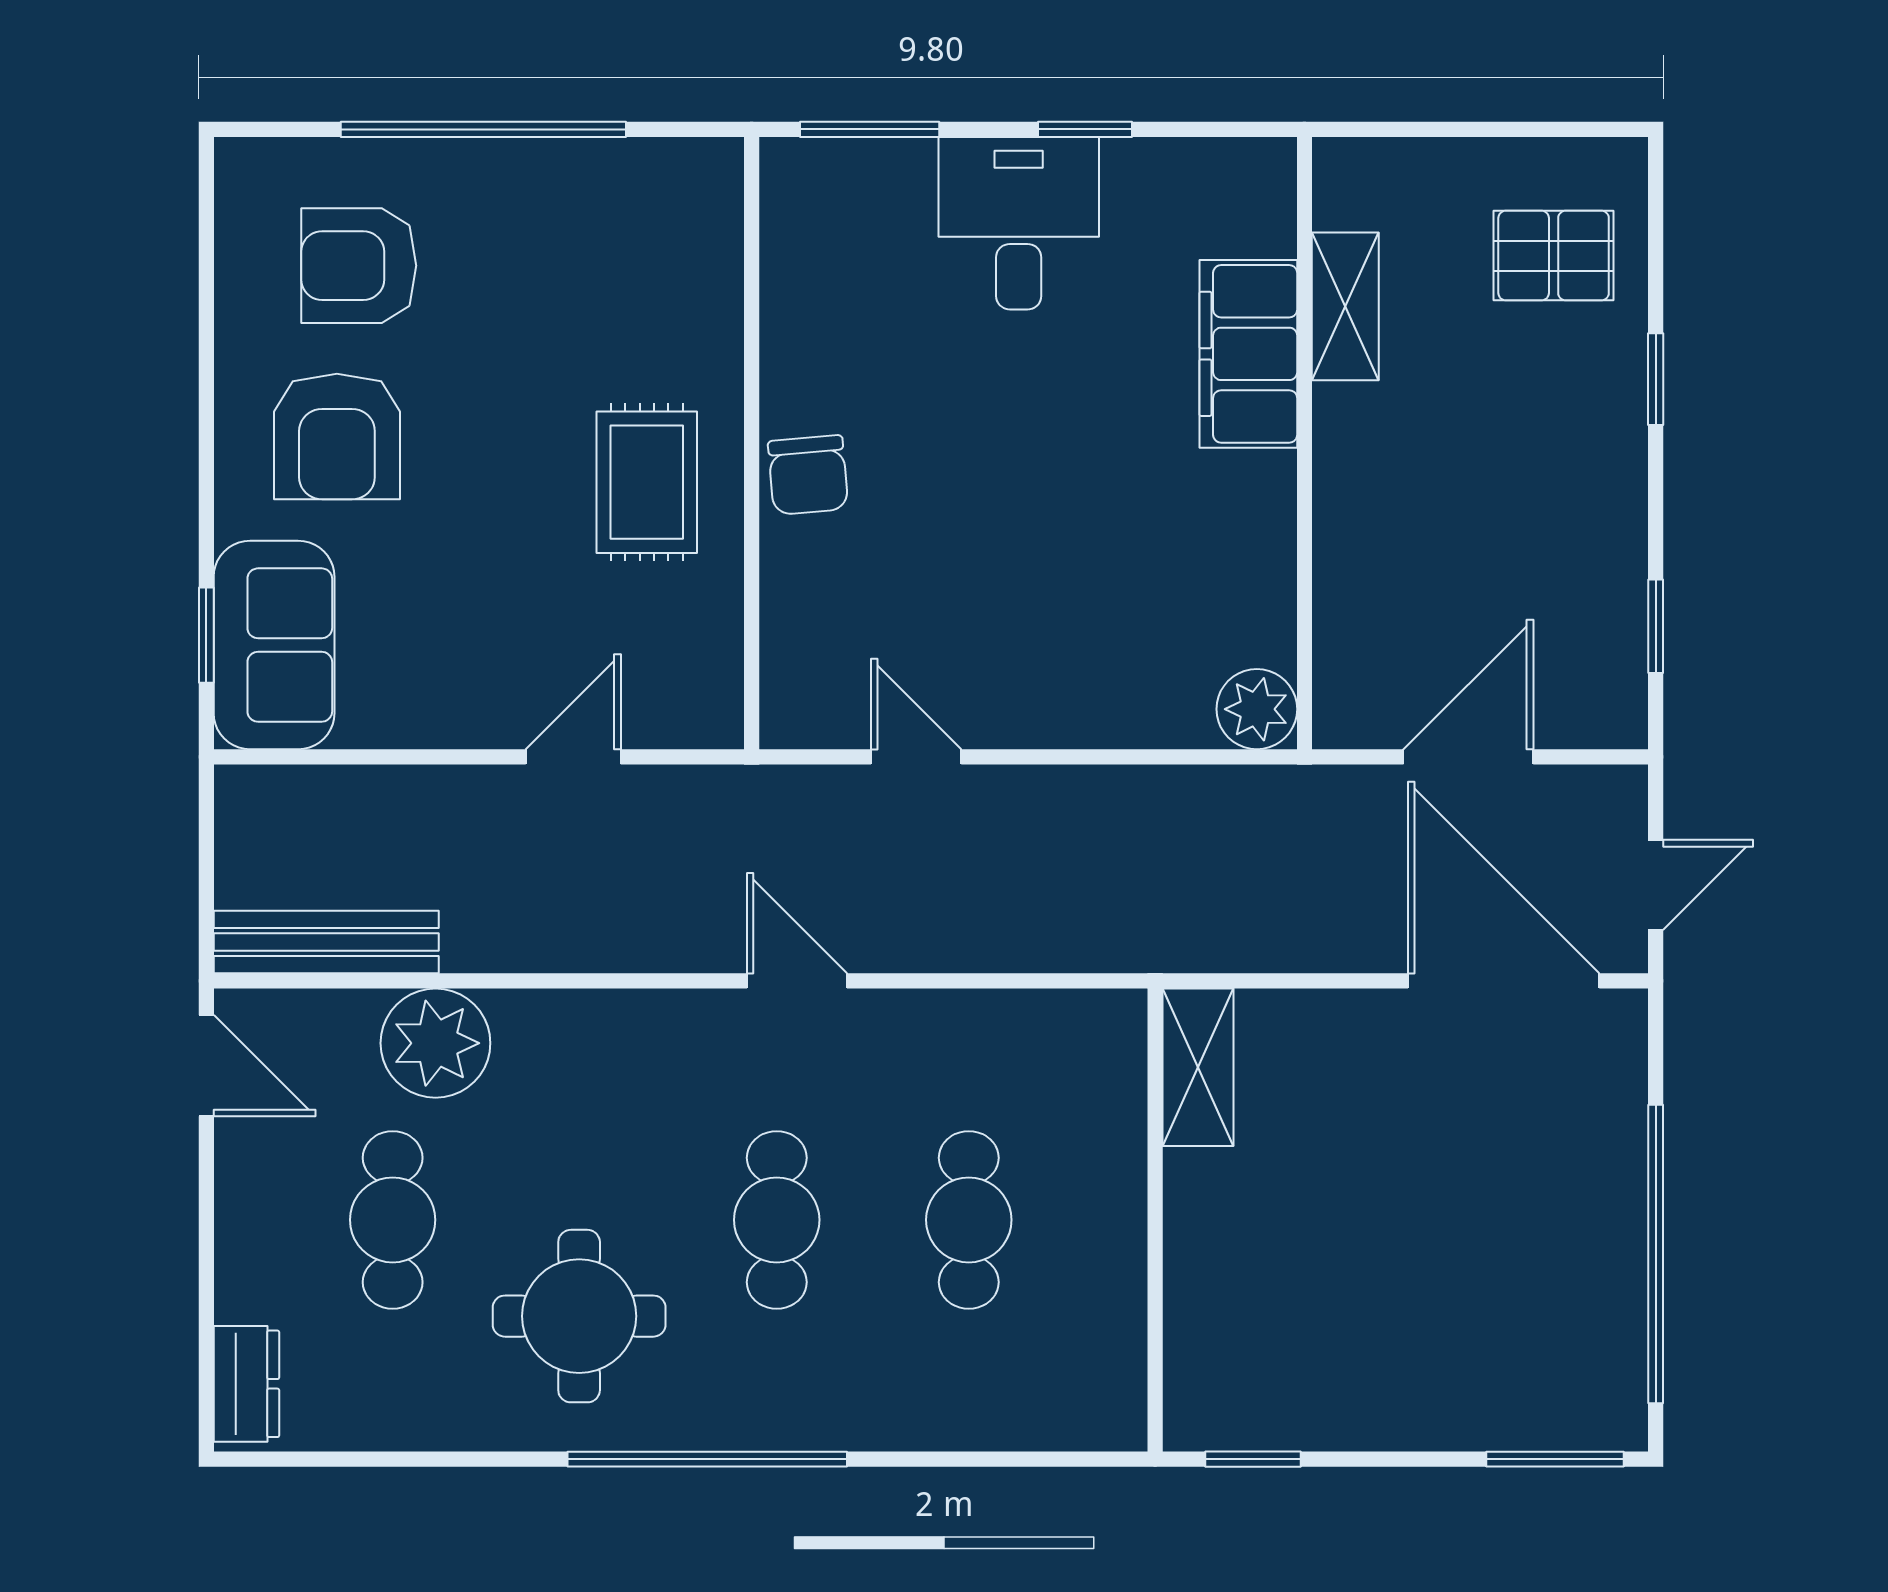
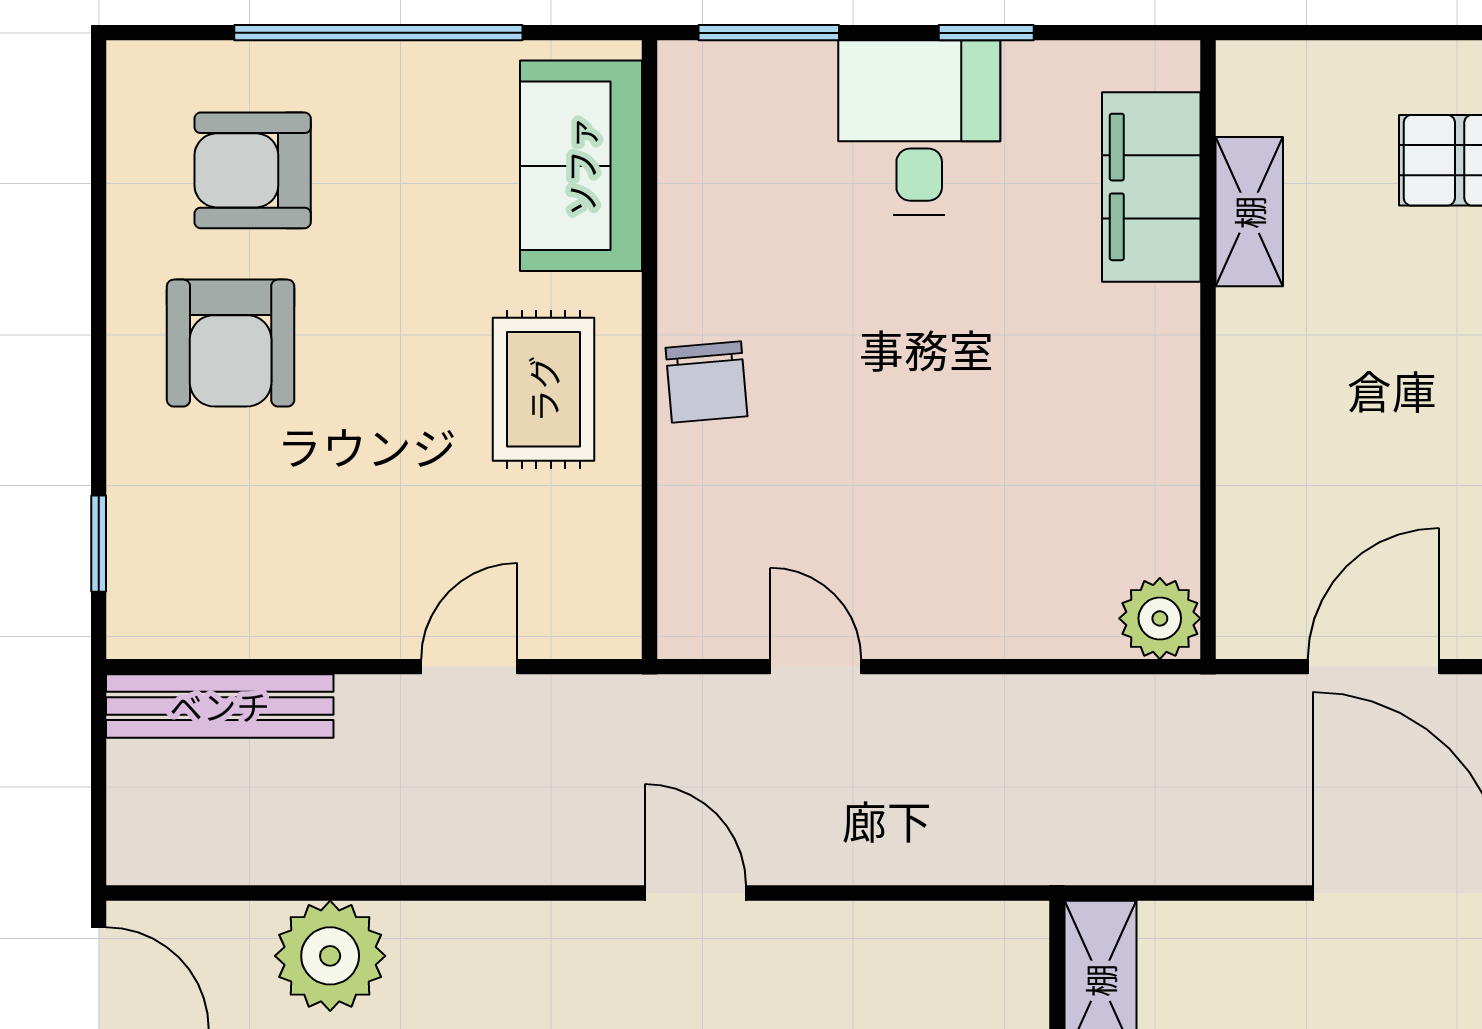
filing cabinet: (1248, 354) -> (1151, 187), moved
sofa: (274, 645) -> (581, 166), moved, turned 180
bench: (326, 942) -> (220, 706), moved

